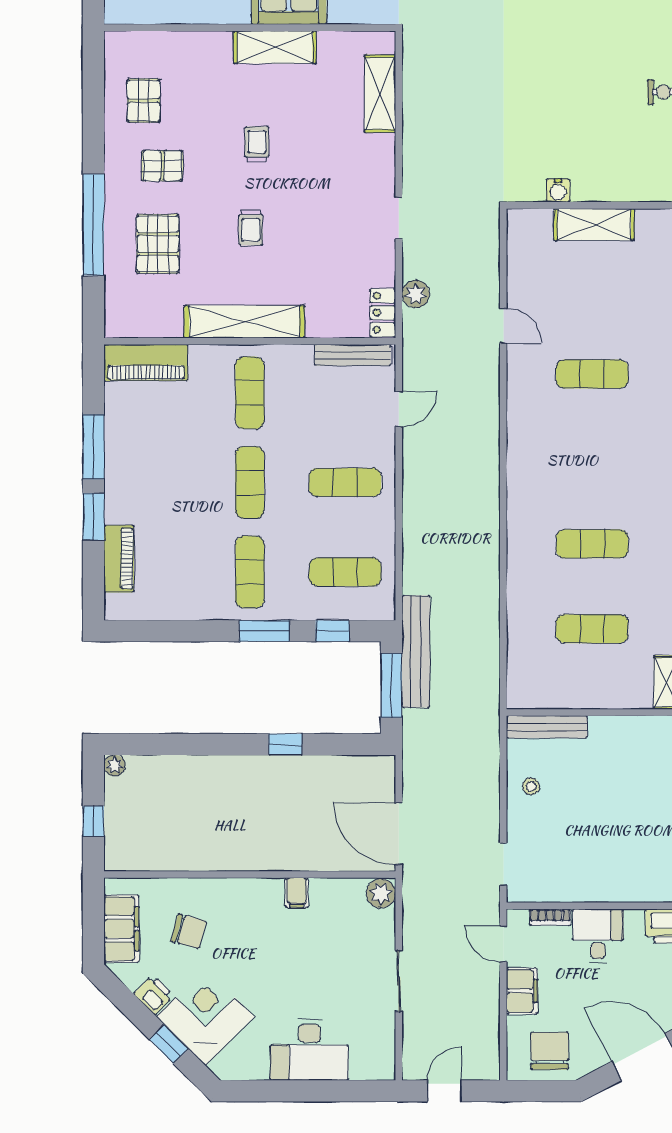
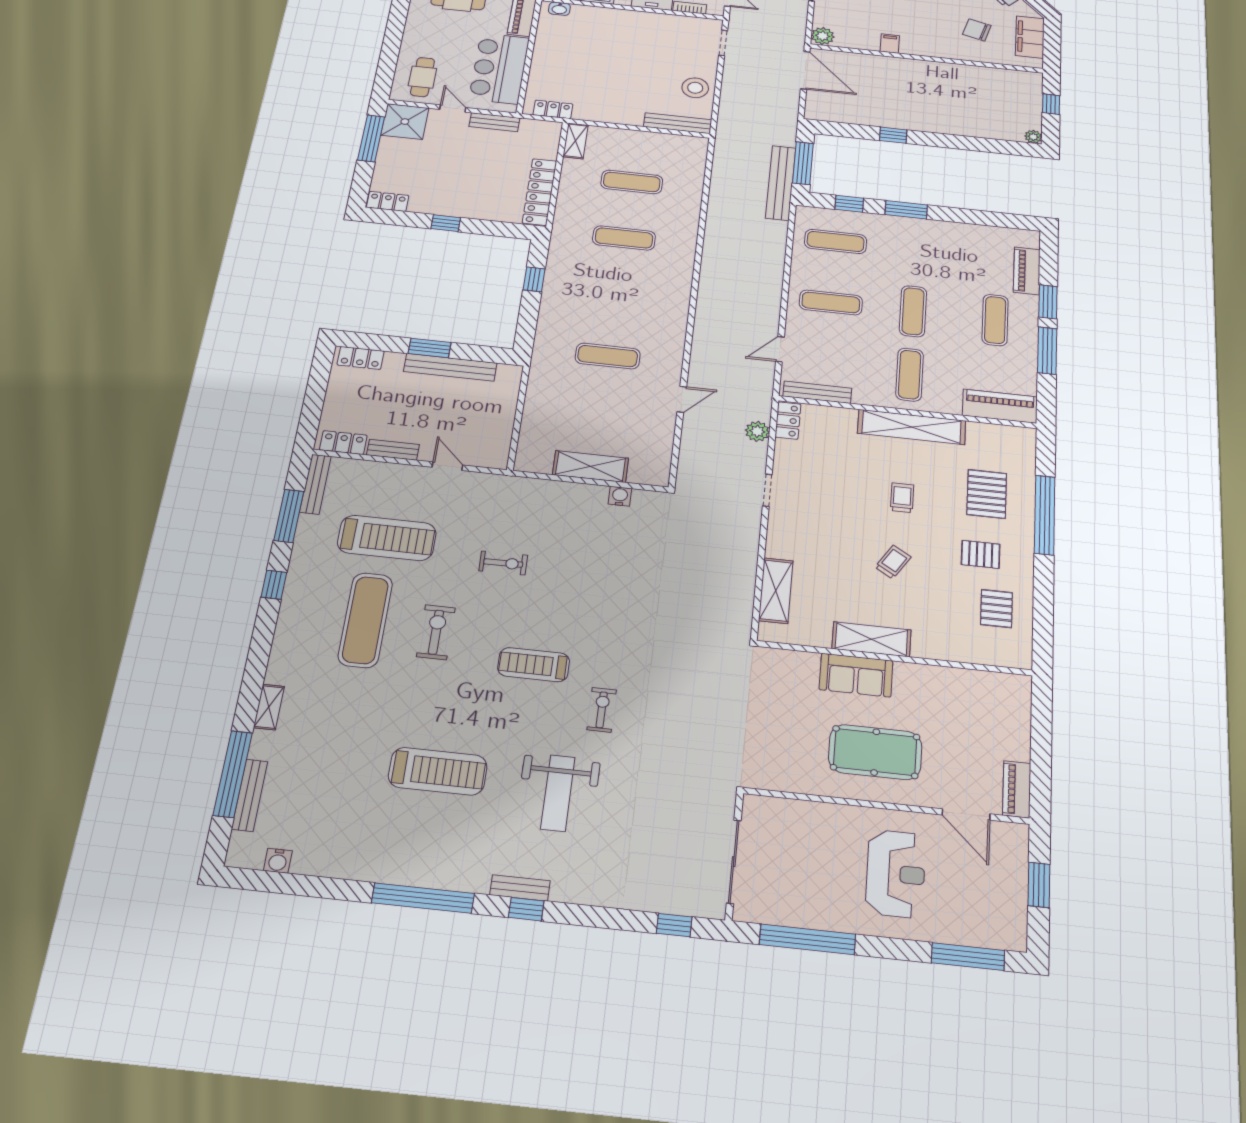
trolley: (257, 144) -> (893, 562), turned -148
door: (503, 326) -> (682, 399), swing flipped
exercise mat: (250, 572) -> (995, 320), moved
stool: (531, 786) -> (695, 88), width x1.89, depth x1.89

